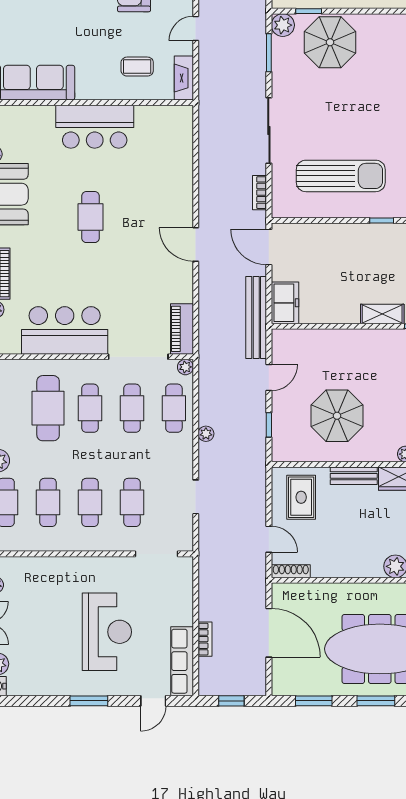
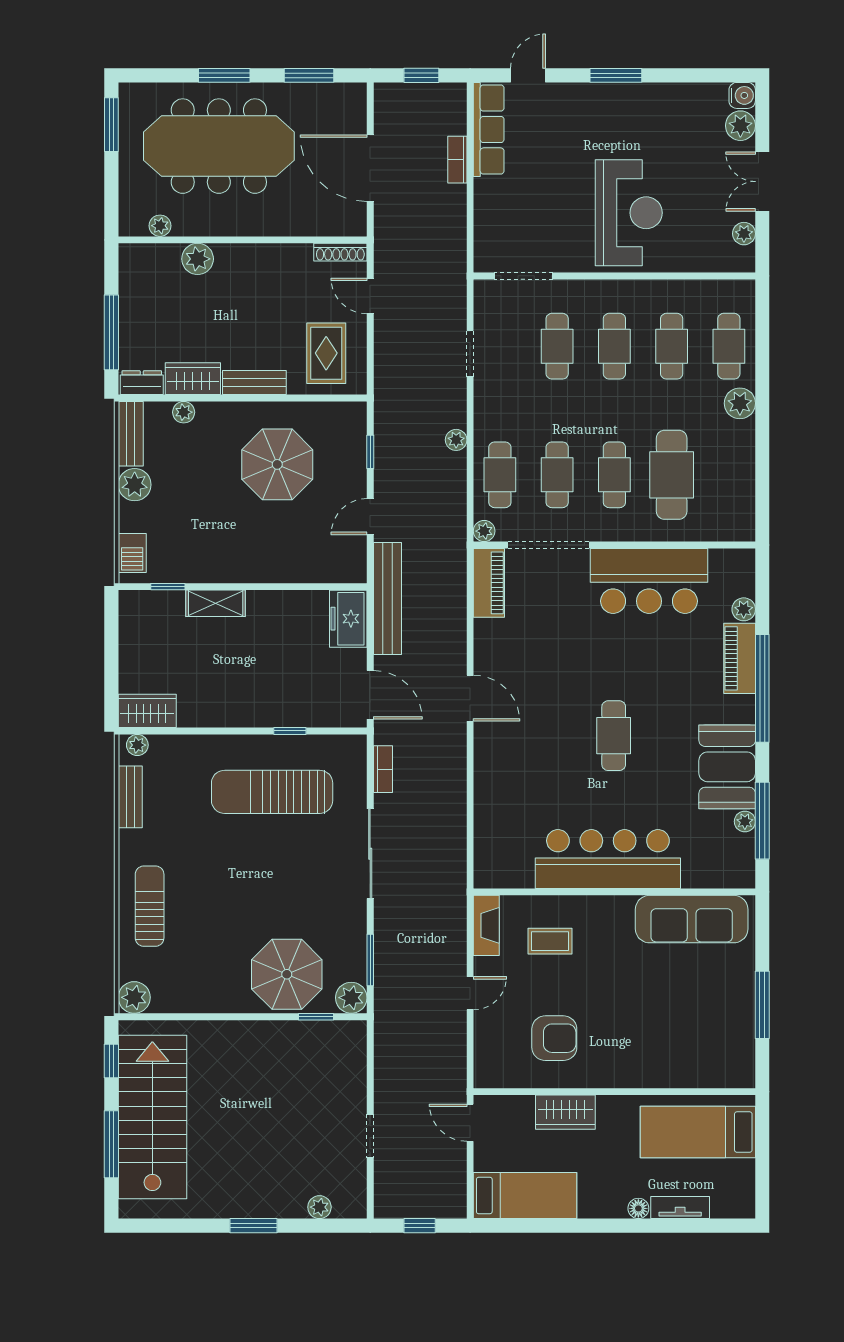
bar counter: (95, 127) -> (608, 859), width x1.36
window: (382, 221) -> (290, 731), moved
reception desk: (107, 632) -> (629, 213), moved, turned 180

